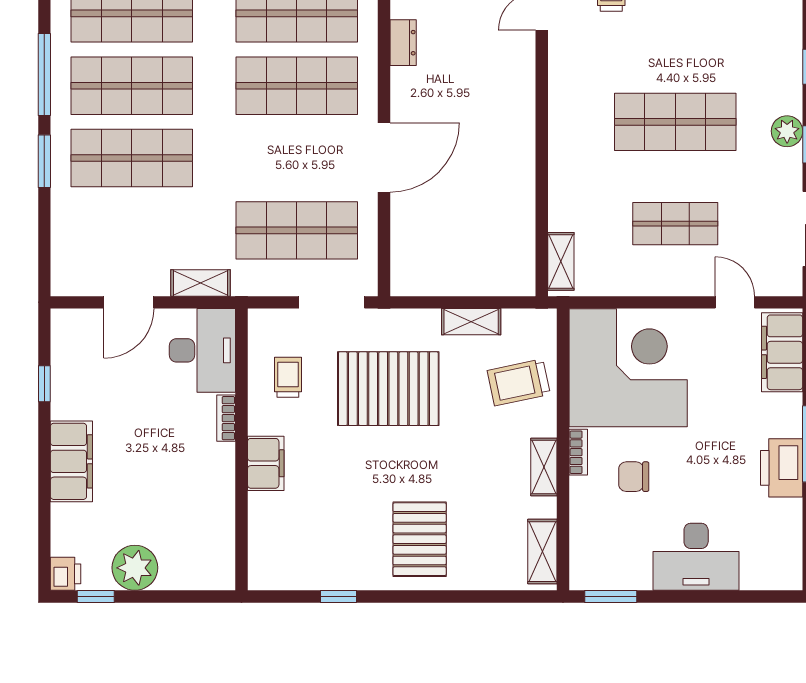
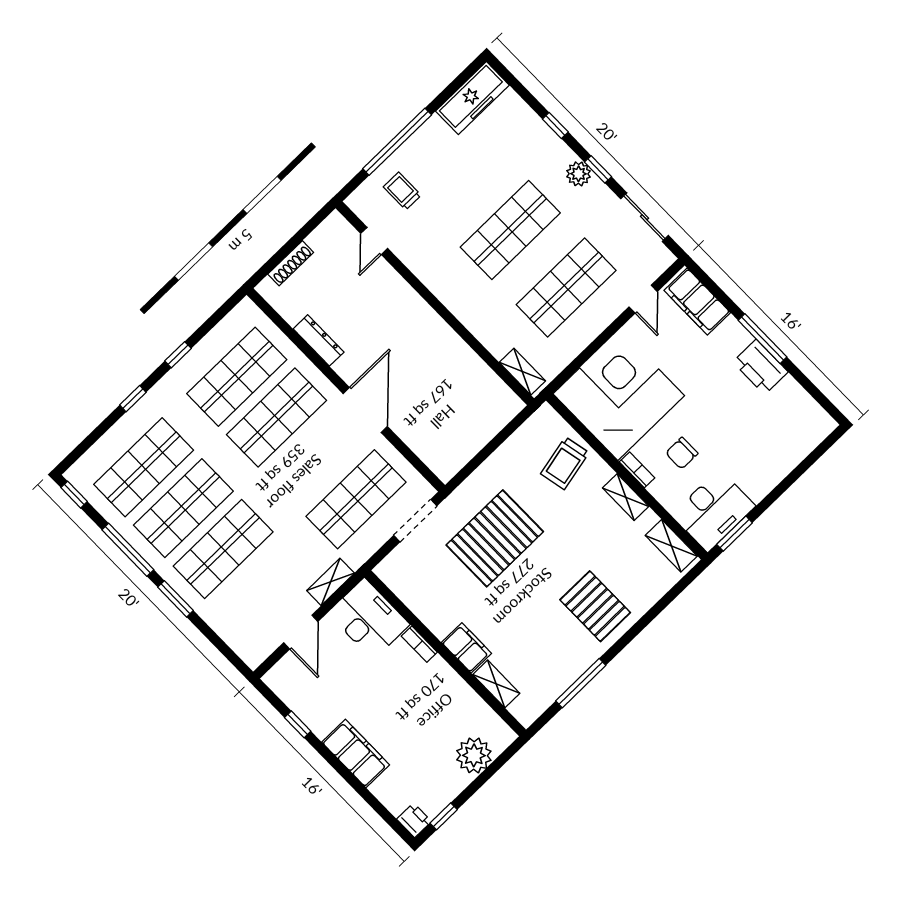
dresser: (403, 43) -> (319, 340), width x1.44
shop shelf: (675, 224) -> (566, 287), width x1.43, depth x1.36
door: (735, 302) -> (643, 299), swing flipped
shelving: (471, 322) -> (496, 684), moved, turned 90
trolley: (288, 377) -> (432, 587), removed
desk: (696, 557) -> (713, 510), moved
plant: (135, 568) -> (474, 755), moved
window: (338, 597) -> (581, 683), width x2.17

